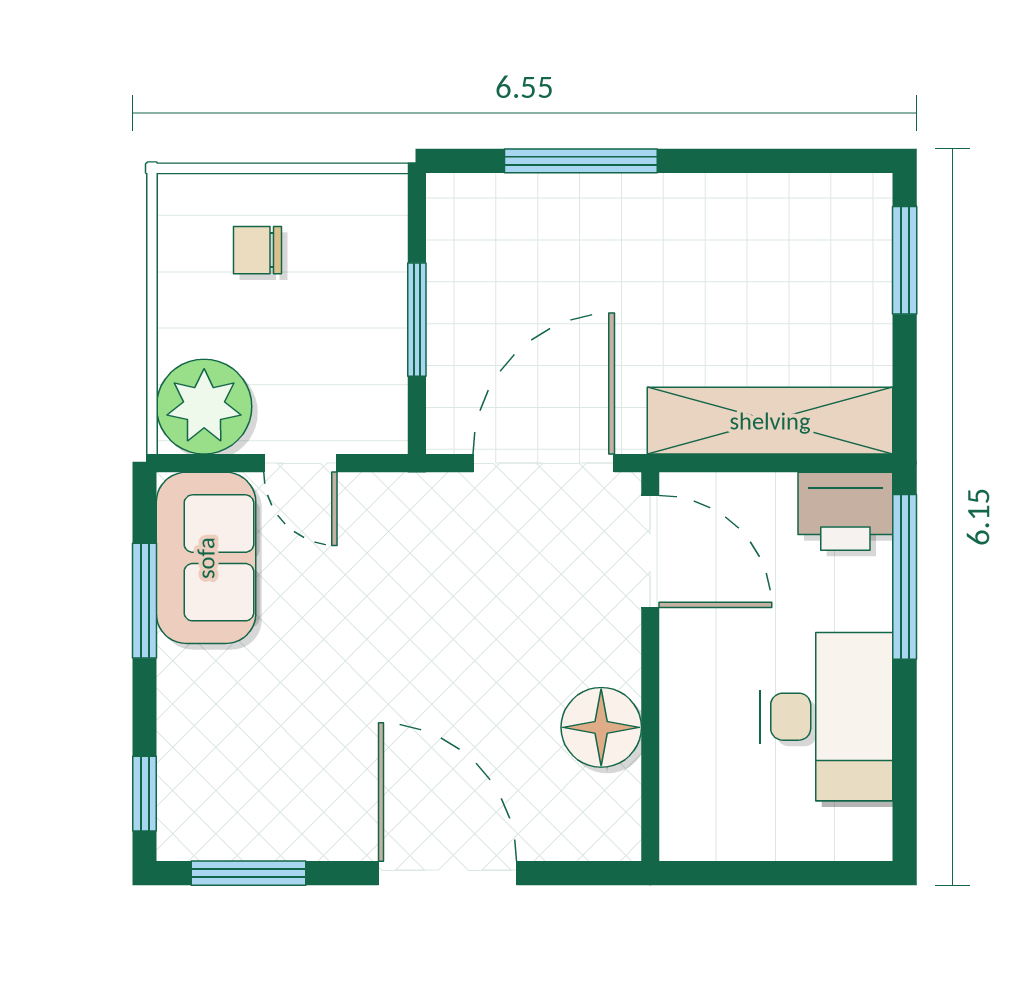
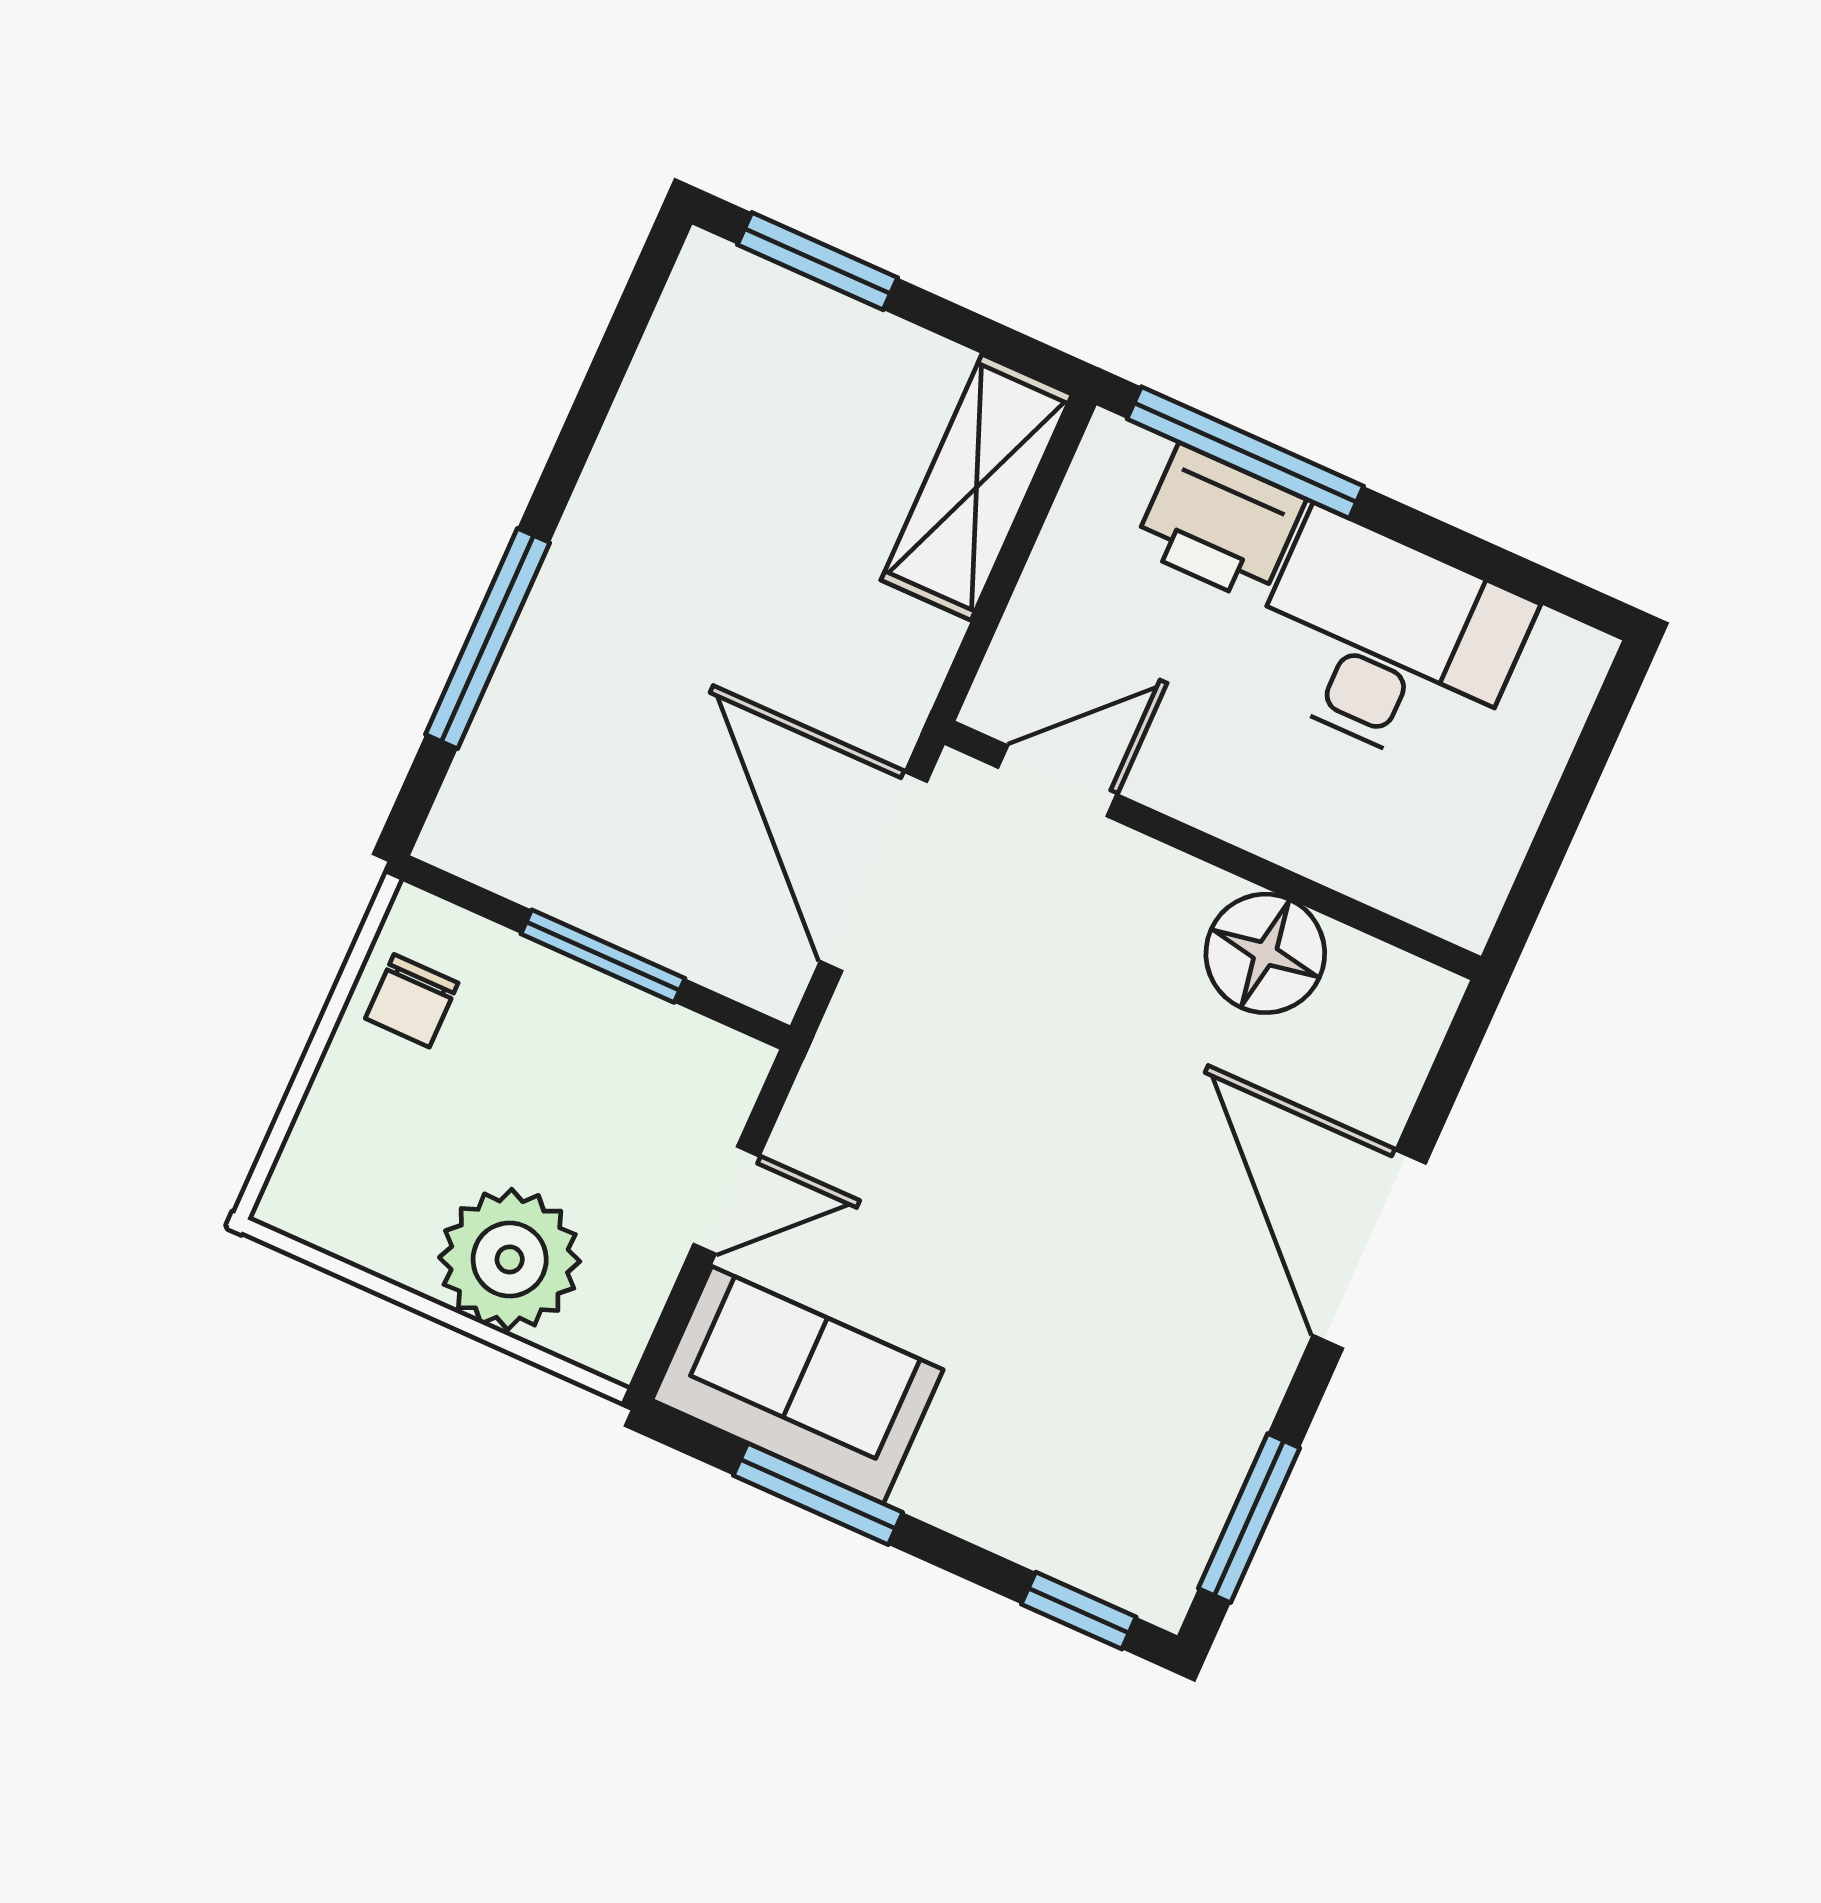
chair: (258, 250) -> (412, 1001), moved
plant: (204, 407) -> (510, 1259), moved
shelving: (770, 421) -> (977, 487), width x0.68
printer: (845, 511) -> (1219, 524), moved, turned 90
door: (650, 551) -> (1057, 781), width x0.73
door: (447, 873) -> (1369, 1249), hinge flipped

